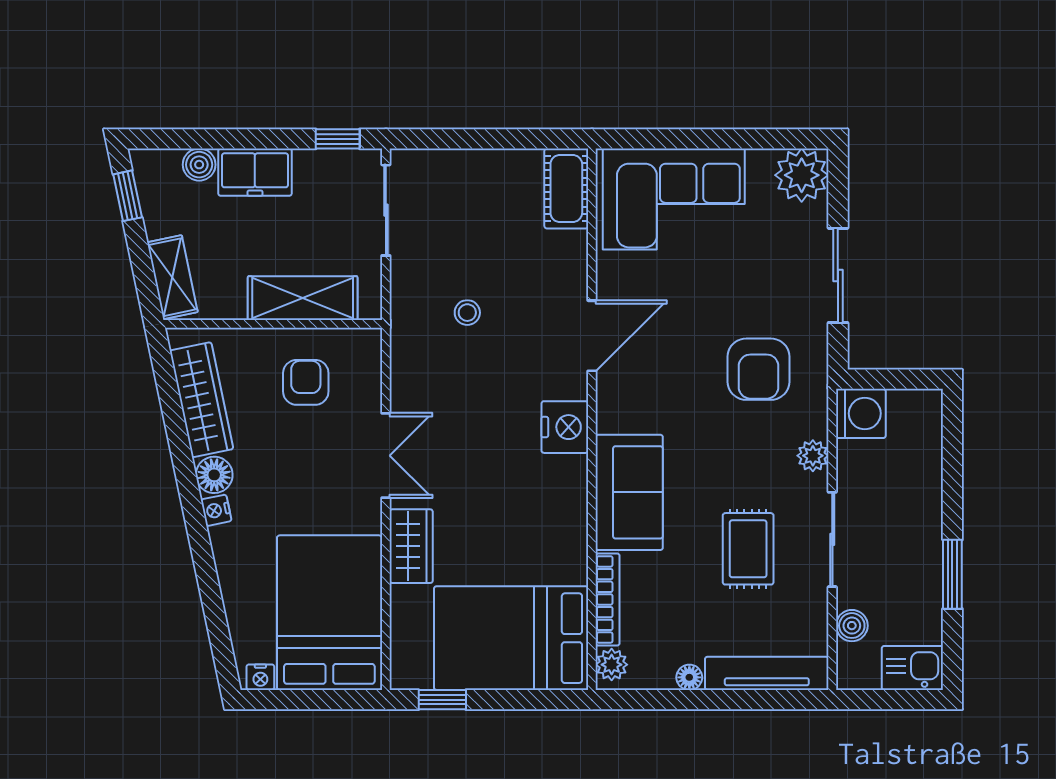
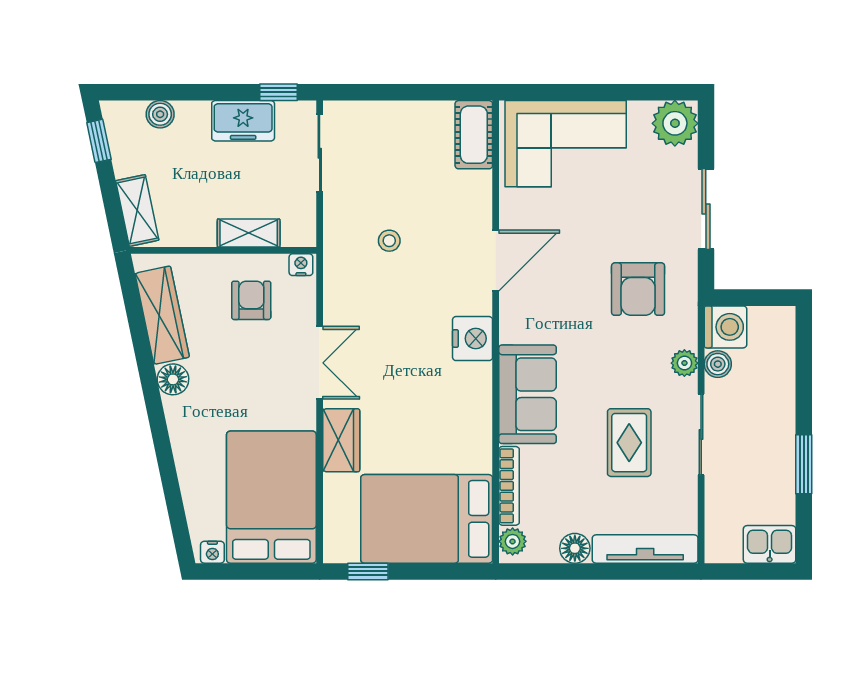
freezer: (255, 172) -> (243, 121), moved
shelving: (303, 298) -> (249, 233), width x0.67, depth x0.75
nightstand: (216, 510) -> (301, 265), moved, turned 102
boiler: (852, 626) -> (718, 364), moved
floor lamp: (689, 677) -> (575, 548), width x1.37, depth x1.37

